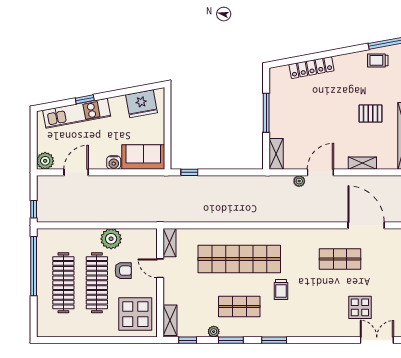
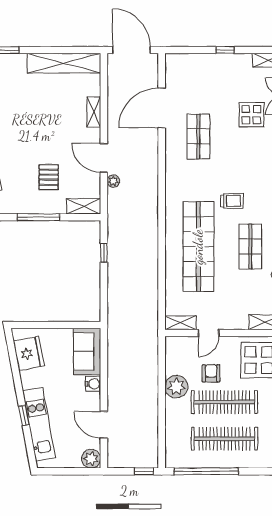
pallet: (370, 114) -> (49, 177), moved
window: (189, 172) -> (104, 253), moved

